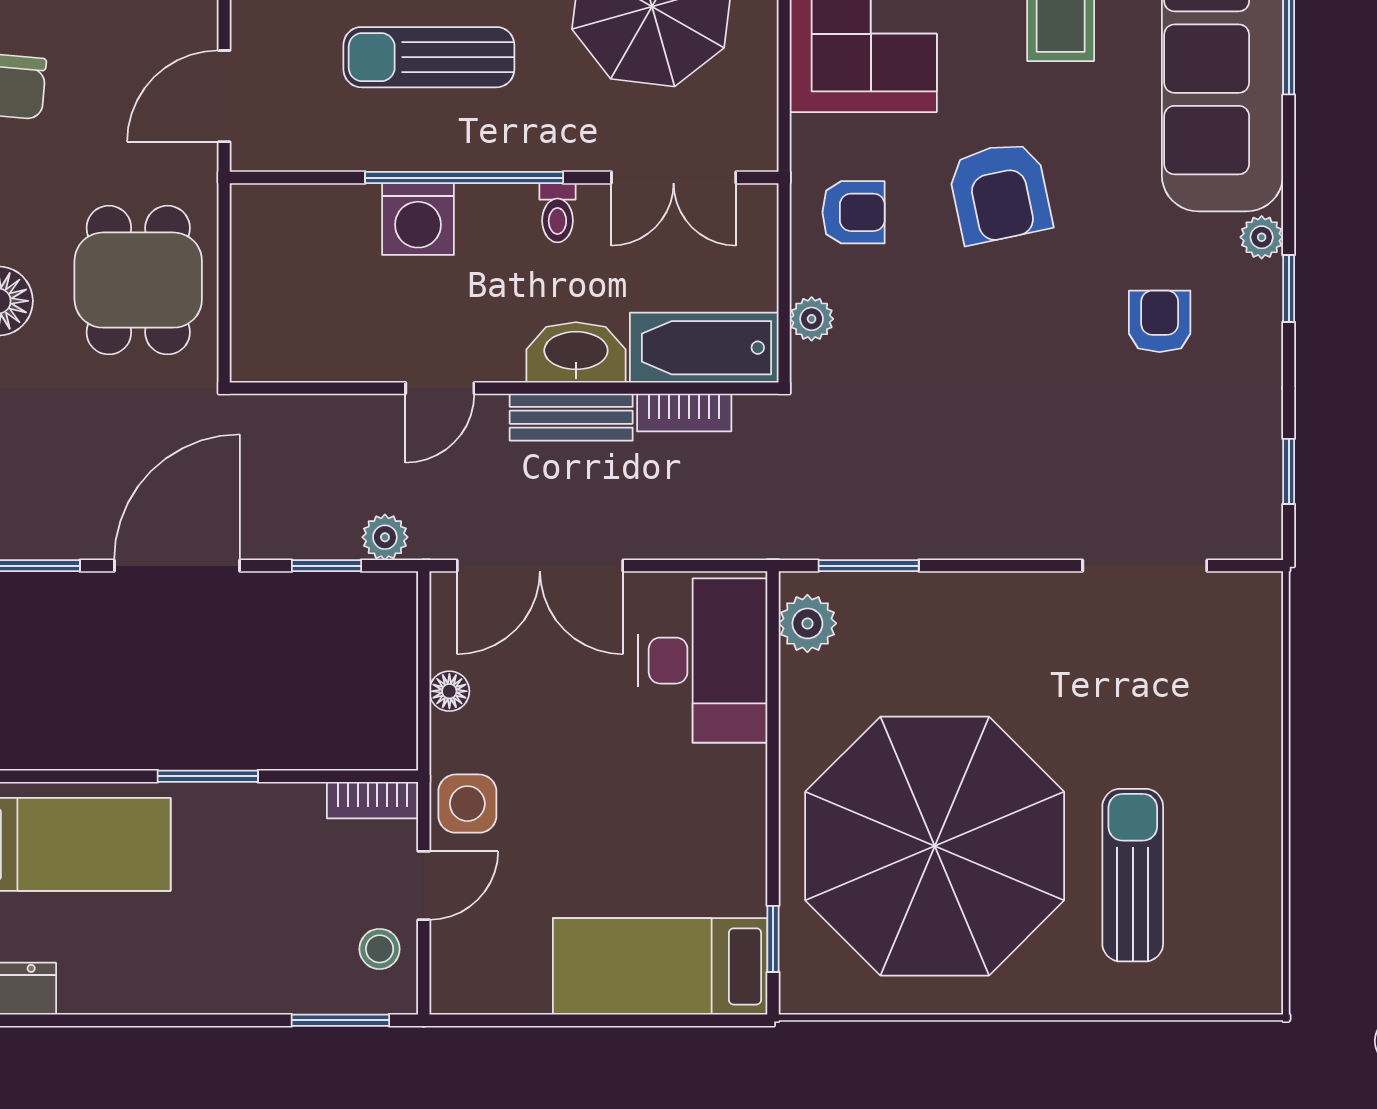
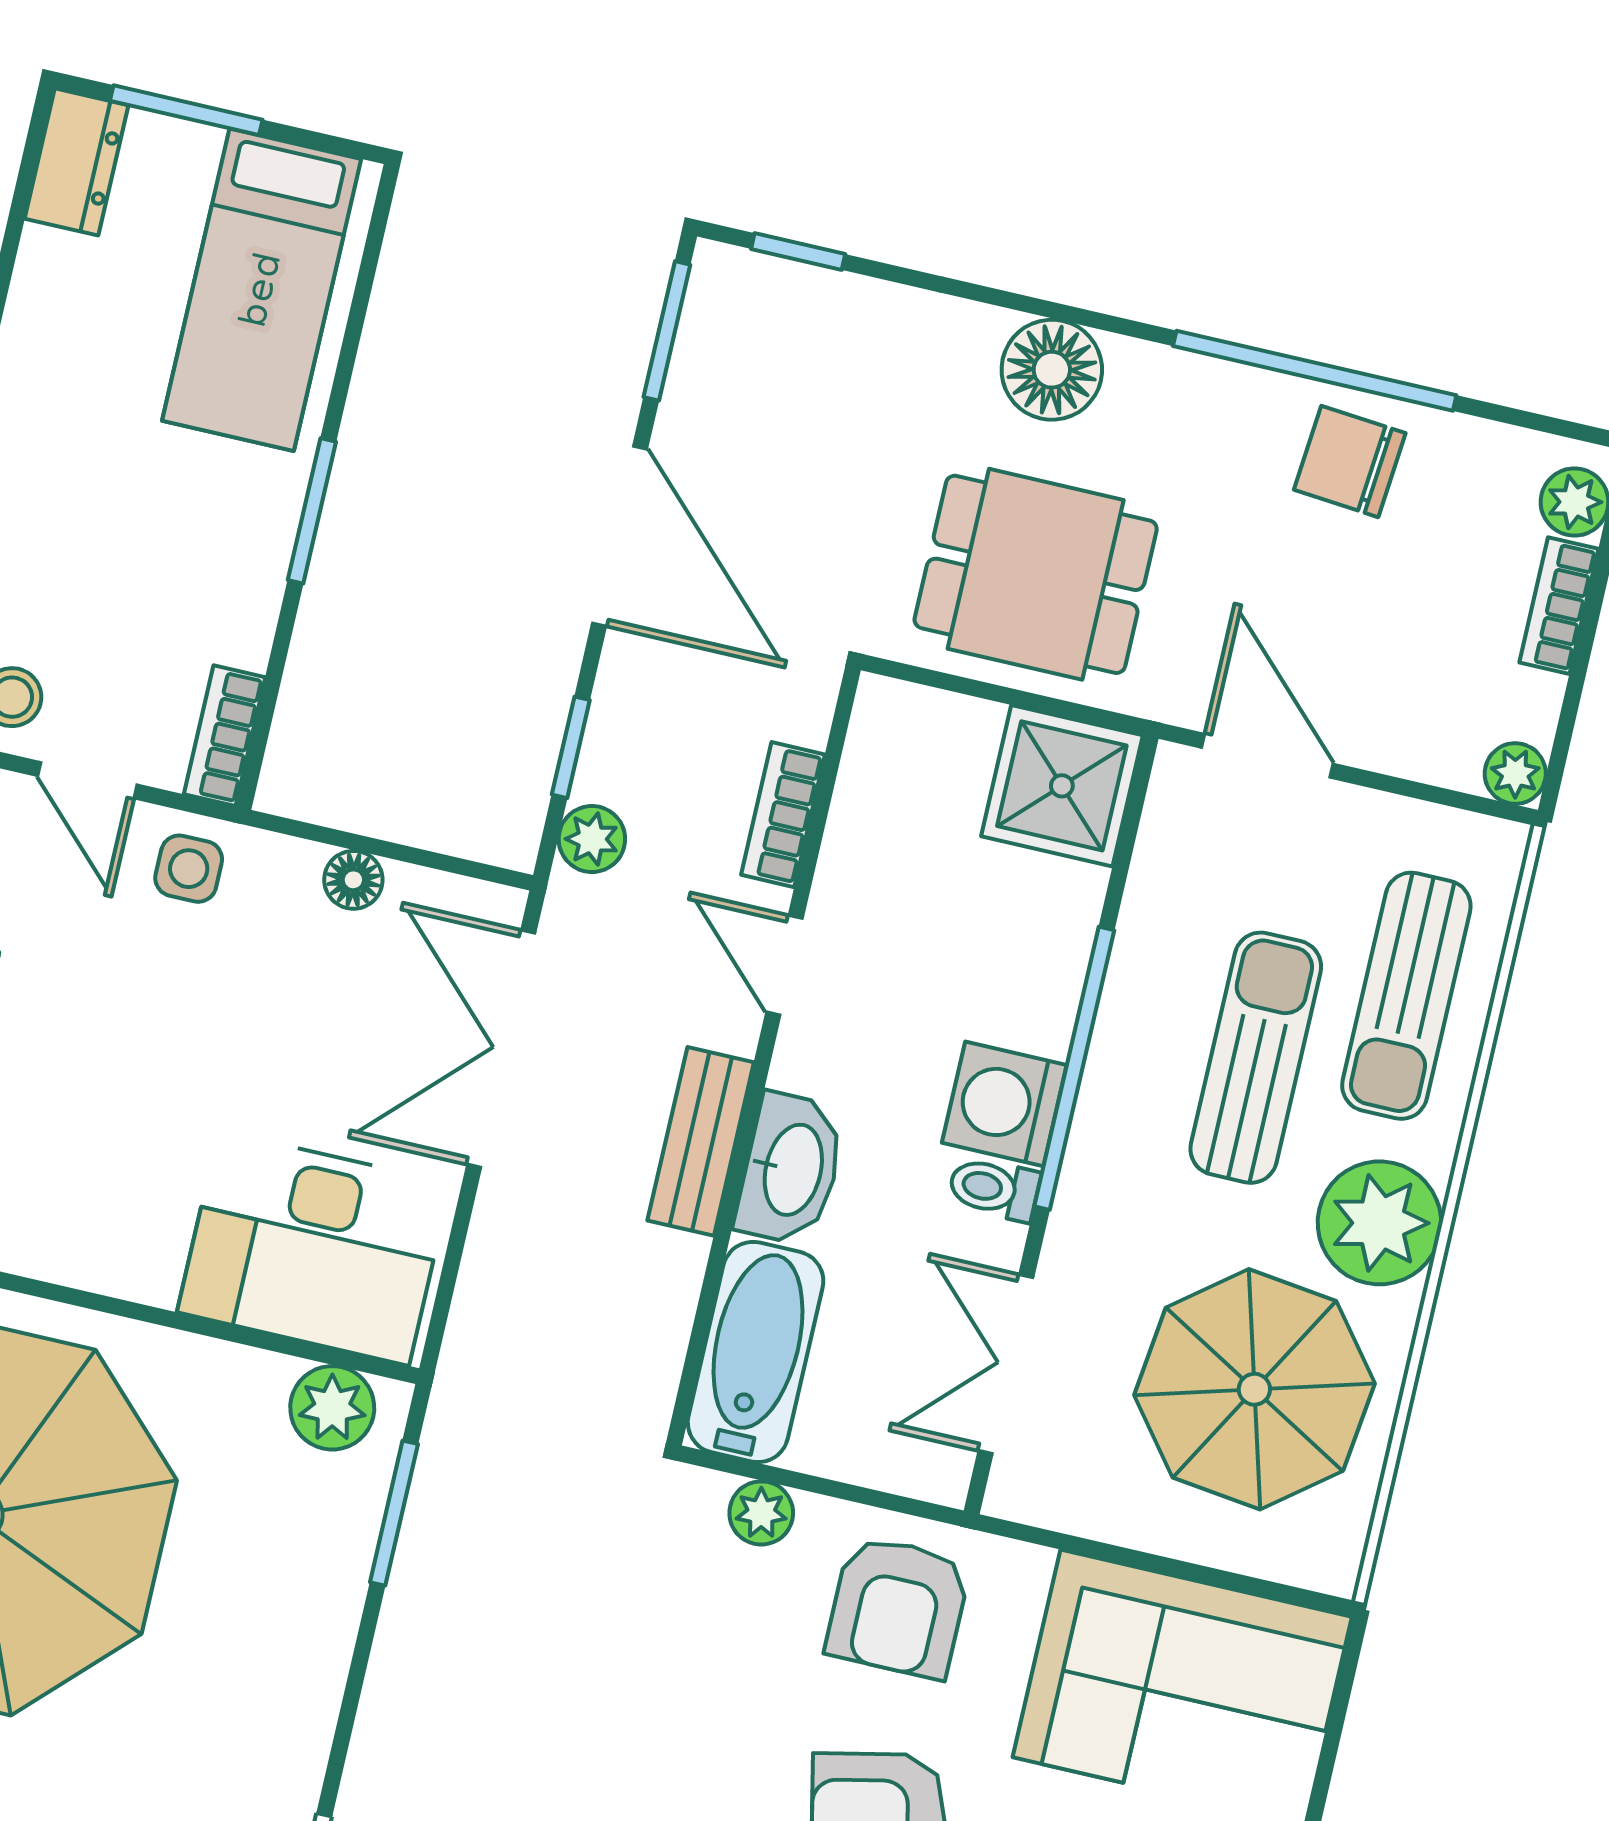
armchair: (853, 212) -> (898, 1607), width x1.38, depth x1.38
washing machine: (418, 219) -> (1004, 1104), moved
shower: (276, 230) -> (1062, 786), added
bookcase: (684, 413) -> (783, 815), moved
side table: (467, 804) -> (189, 869), width x0.73, depth x0.73

